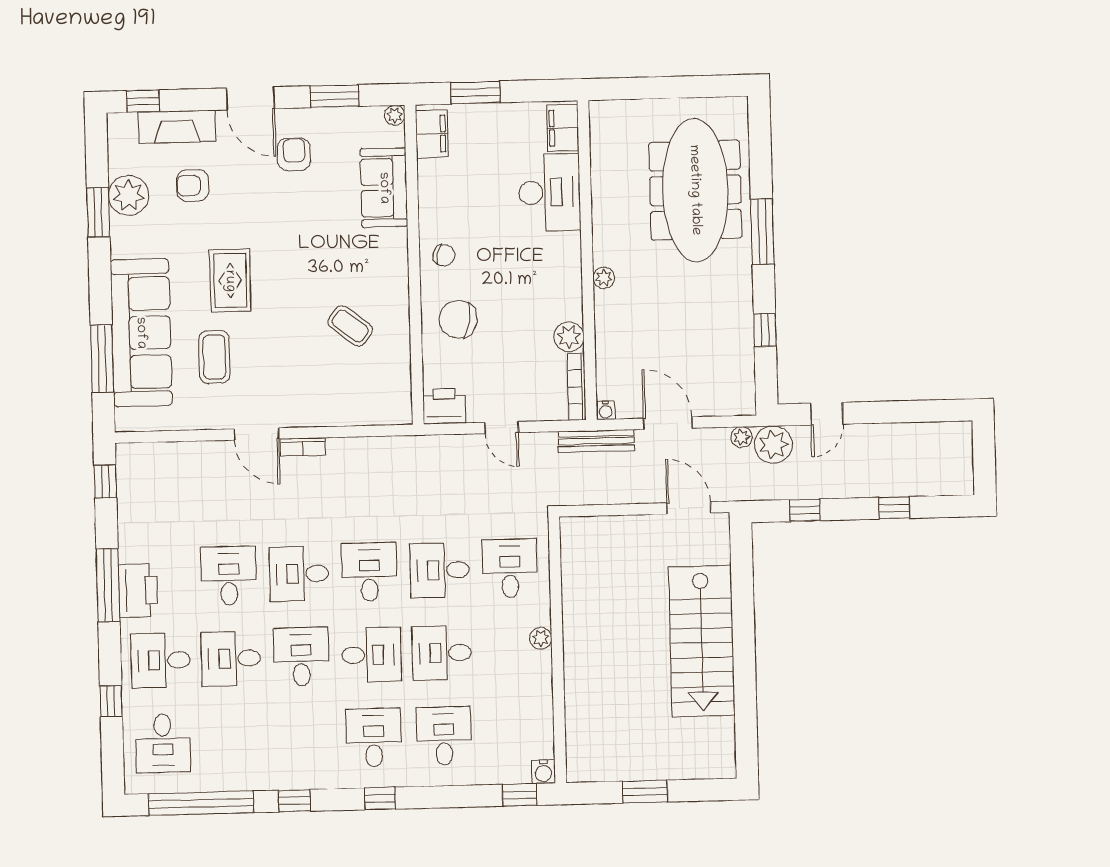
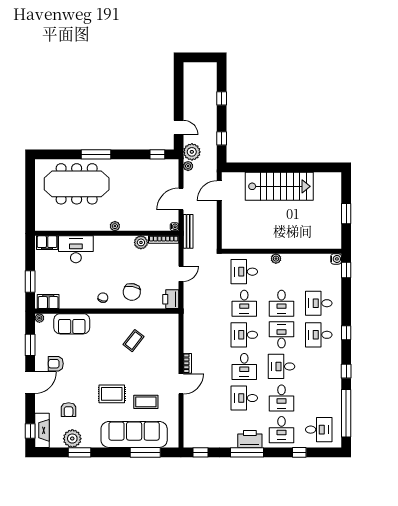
fireplace: (177, 127) -> (42, 430), moved
window: (765, 330) -> (157, 154), moved

